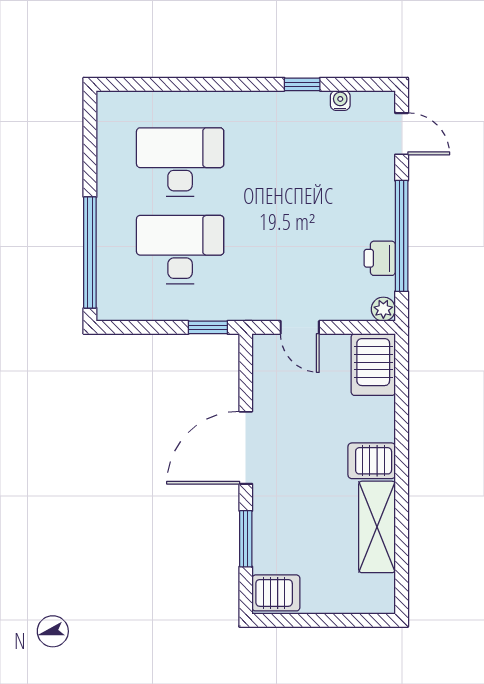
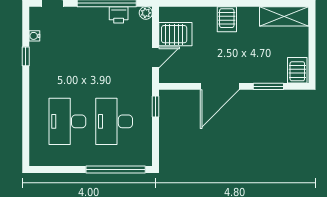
server rack: (373, 365) -> (175, 34), moved
door: (246, 448) -> (220, 86), hinge flipped
shelving: (377, 527) -> (284, 16), moved

